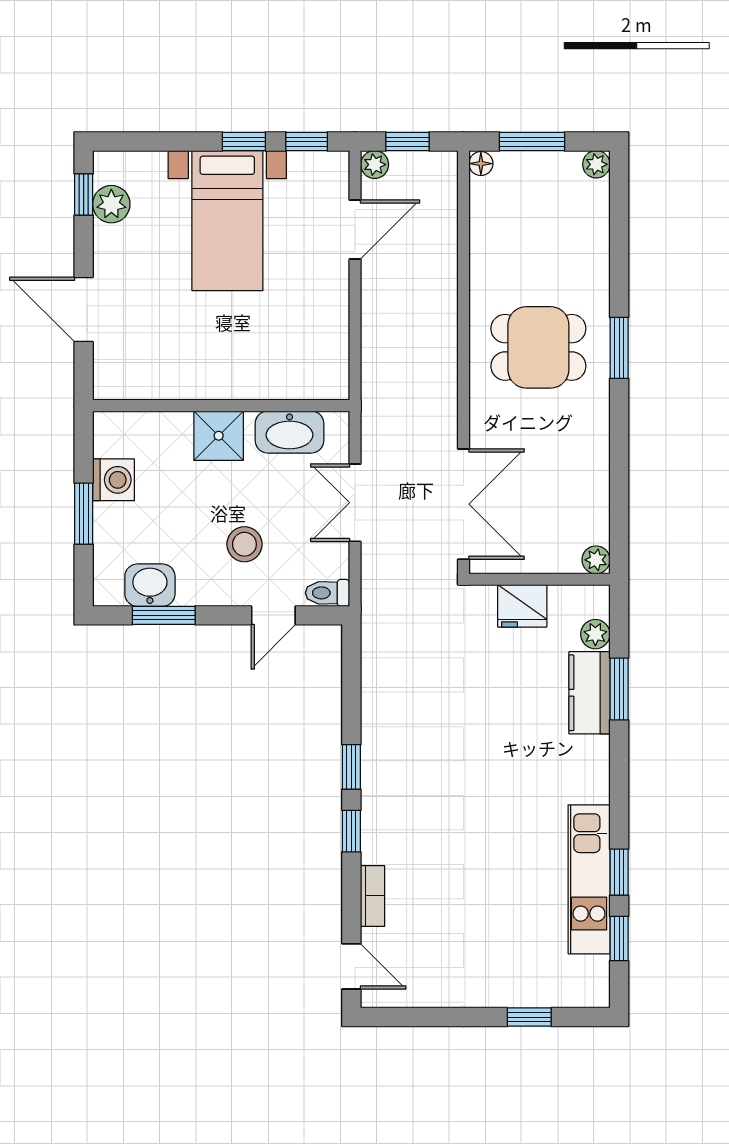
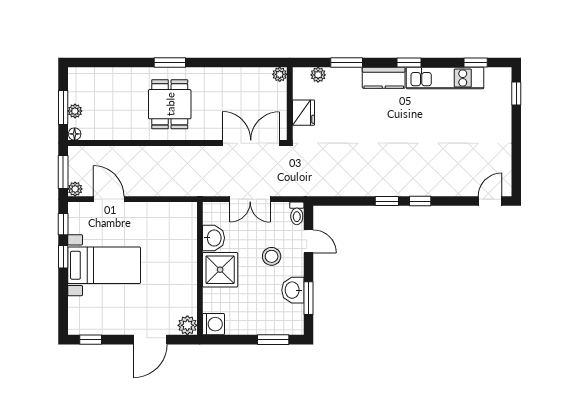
window: (408, 142) -> (63, 172), width x1.50
plant: (596, 164) -> (75, 111), moved
plant: (111, 204) -> (187, 325), moved
washbasin: (290, 432) -> (214, 238), width x0.72
shower: (219, 436) -> (220, 270), width x1.36, depth x1.36
washing machine: (114, 480) -> (213, 324), moved, turned 90
window: (84, 514) -> (273, 340), moved
washbasin: (150, 585) -> (293, 290), moved
kitchen counter: (589, 693) -> (384, 78), moved
window: (619, 872) -> (409, 62), moved
bookcase: (373, 896) -> (454, 190), removed
window: (529, 1017) -> (516, 93), moved

